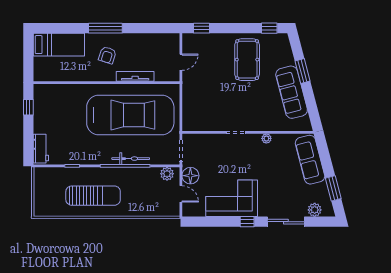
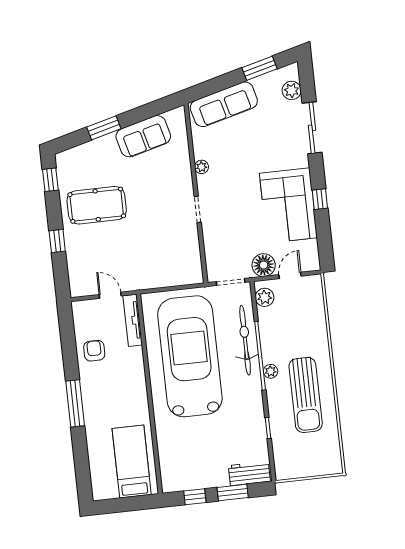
window: (201, 28) -> (57, 241), moved
bed: (59, 45) -> (132, 461), moved
armchair: (107, 55) -> (94, 351), moved, turned -108
tv unit: (135, 76) -> (133, 320), moved
sofa: (292, 92) -> (143, 136), width x0.73
window: (28, 135) -> (233, 493), added
bicycle: (131, 159) -> (245, 340), width x1.37, depth x1.40
plant: (113, 172) -> (271, 371), added
sun lounger: (93, 196) -> (306, 395), turned 180
window: (247, 222) -> (320, 199), moved

